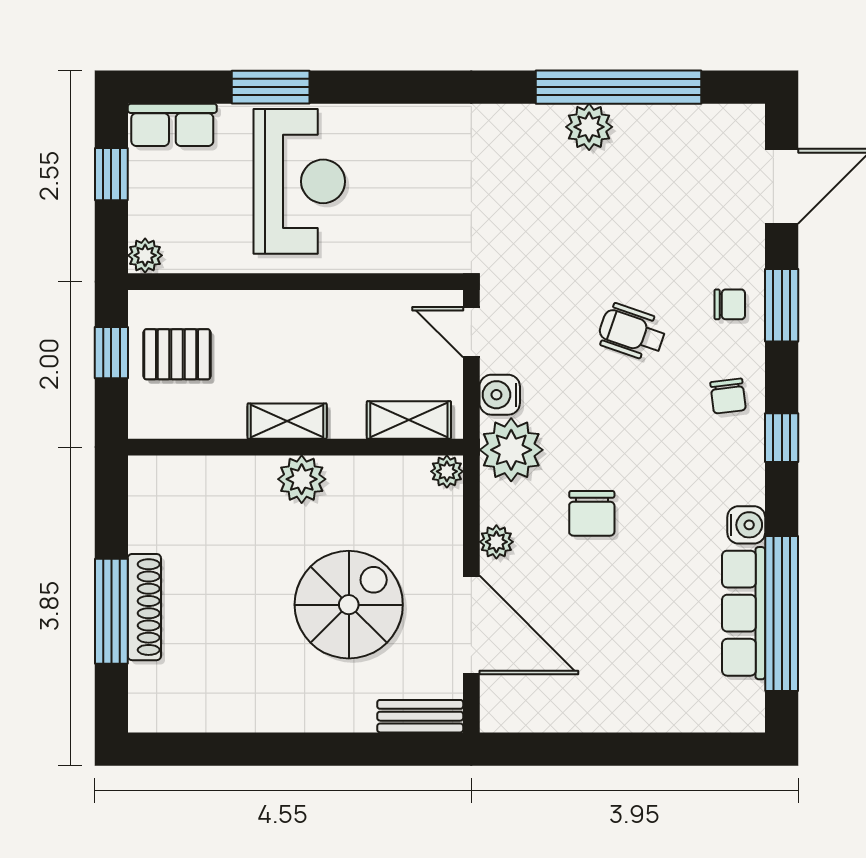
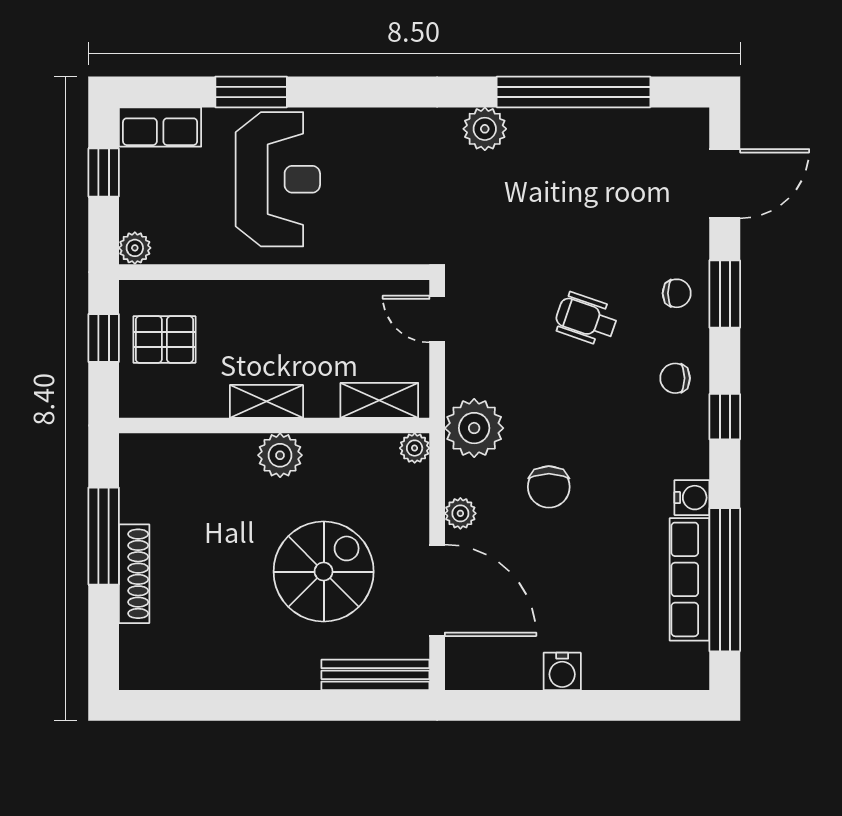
plant: (589, 127) -> (485, 129), moved
water cooler: (500, 395) -> (562, 671), moved, turned -90
chair: (728, 396) -> (675, 378), turned 97
window: (111, 611) -> (104, 536), moved
bench: (420, 716) -> (375, 675), width x1.36

